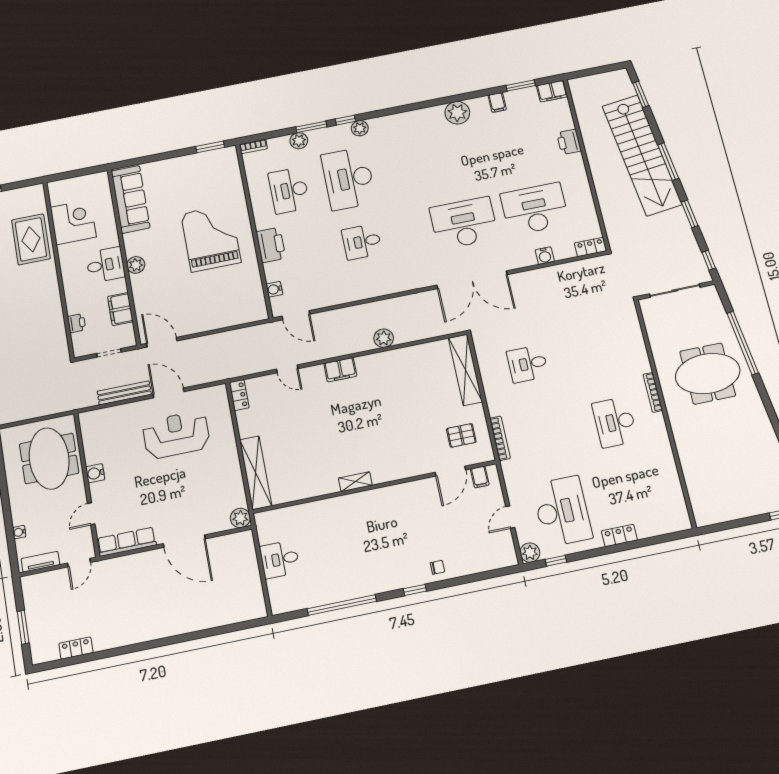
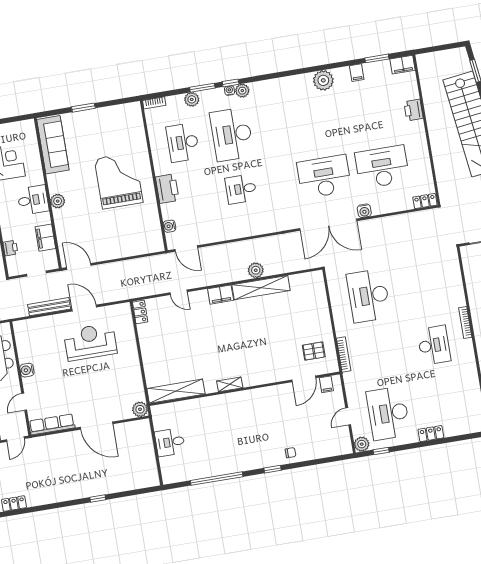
water cooler: (344, 129) -> (229, 91), added
window: (210, 147) -> (83, 108), moved
water cooler: (545, 256) -> (364, 211), moved
desk: (527, 364) -> (369, 296), width x1.87, depth x1.30
shelving: (465, 370) -> (261, 288), moved, turned 90
desk: (615, 422) -> (434, 345), turned 180
shelving: (256, 473) -> (176, 391), moved, turned 90
desk: (562, 511) -> (388, 413), turned 180
window: (186, 637) -> (98, 498), added

